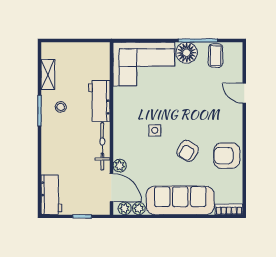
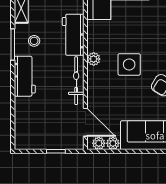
side table: (155, 130) -> (129, 64), width x1.87, depth x1.87
plant: (120, 166) -> (94, 59), moved
workbench: (51, 195) -> (25, 76), moved

